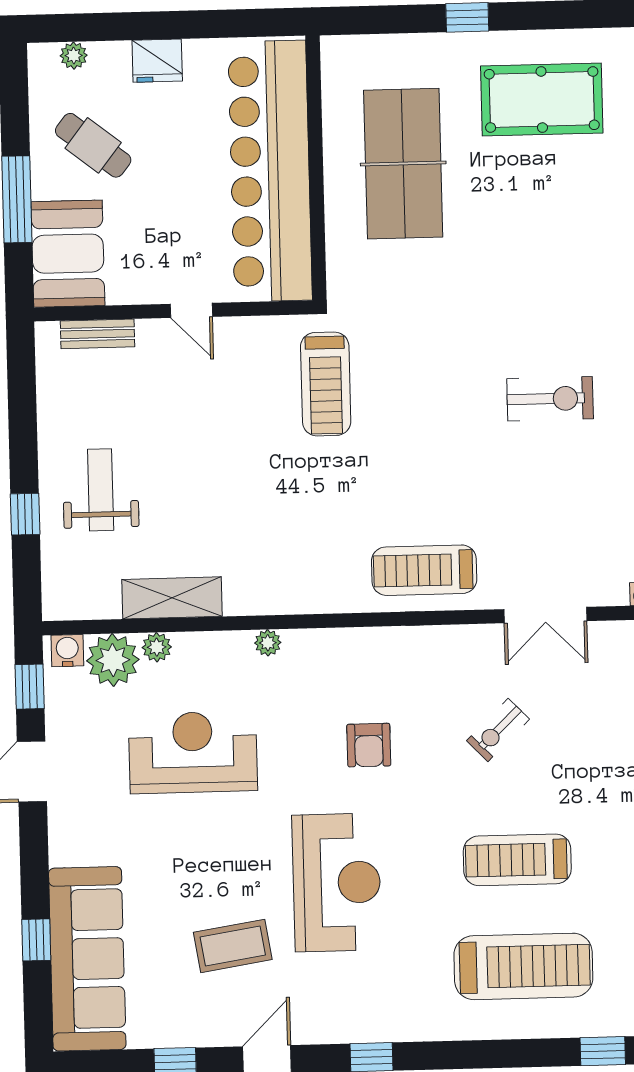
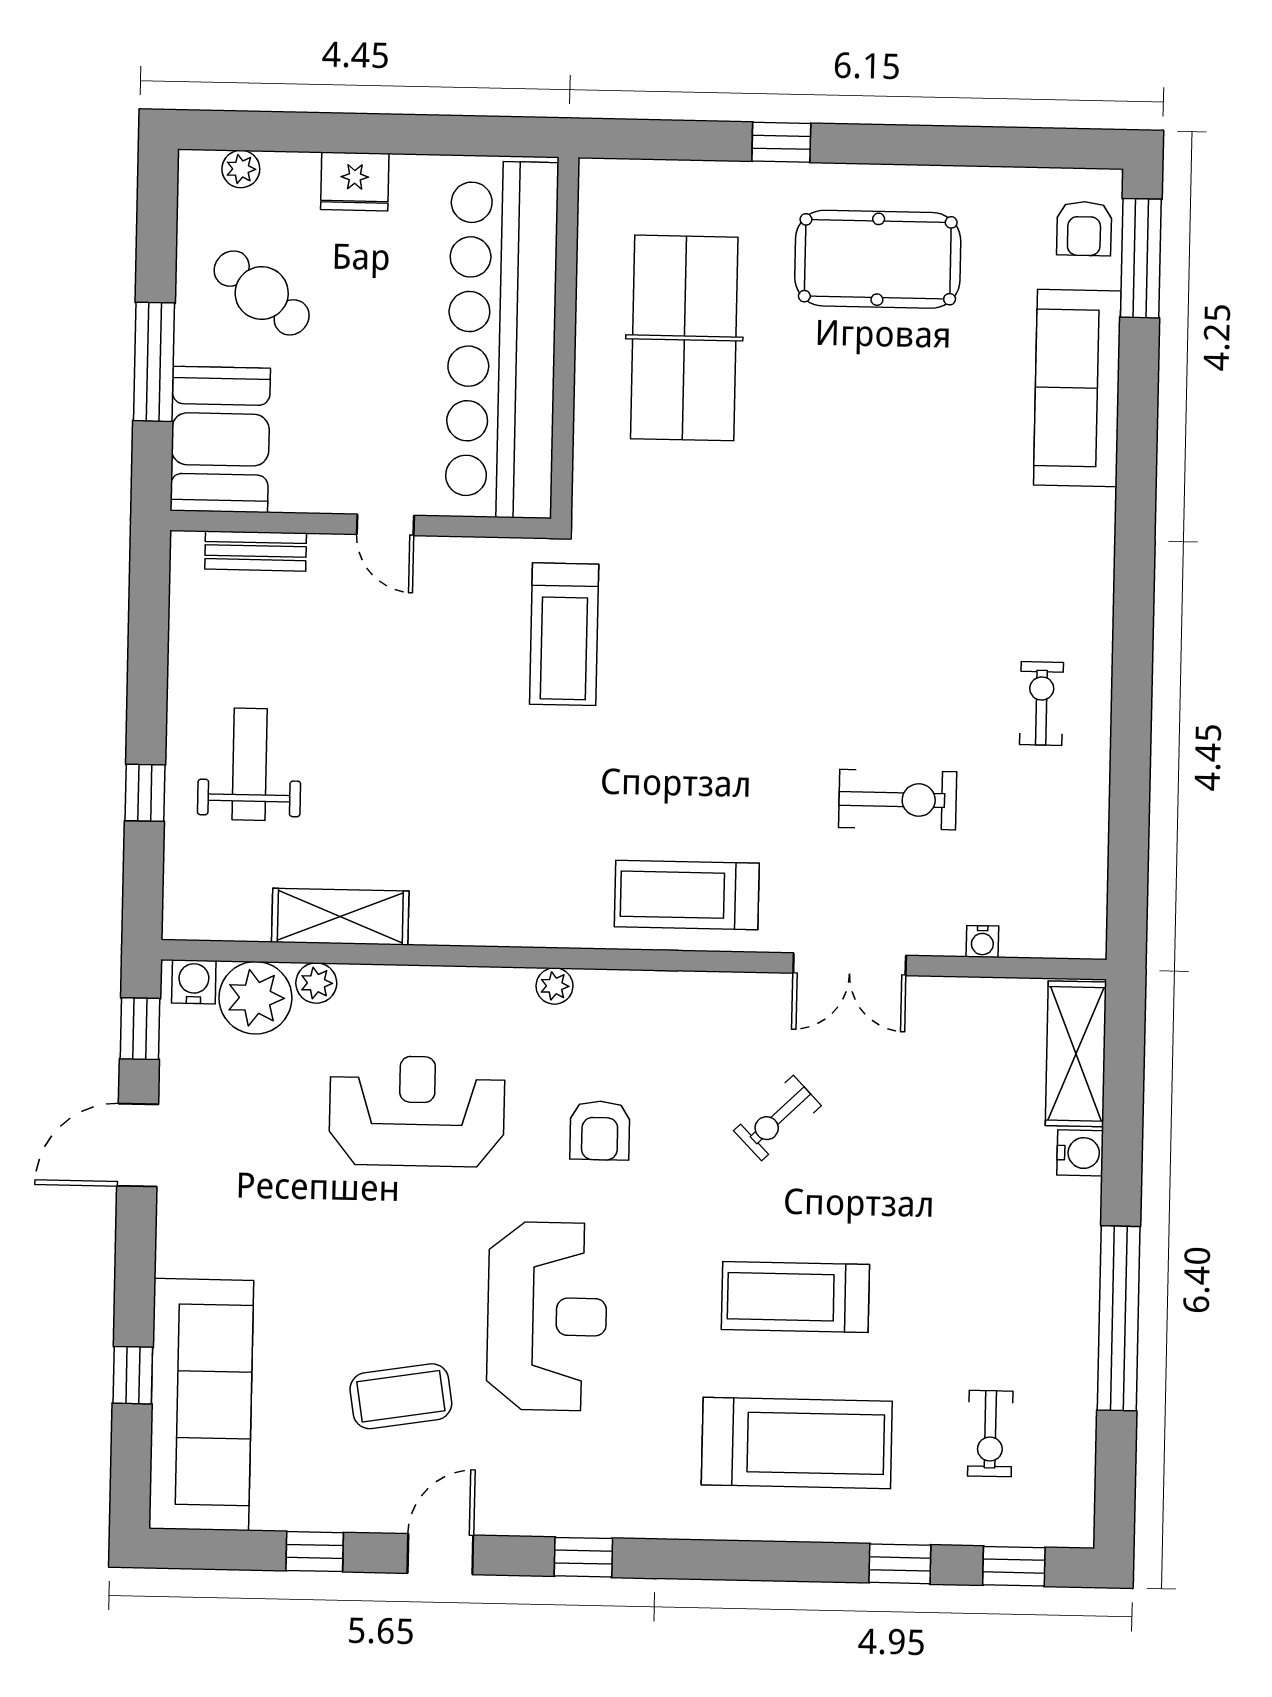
exercise bike: (550, 399) -> (898, 800), moved
plant: (268, 643) -> (554, 986), moved
reception desk: (193, 752) -> (417, 1111), moved

